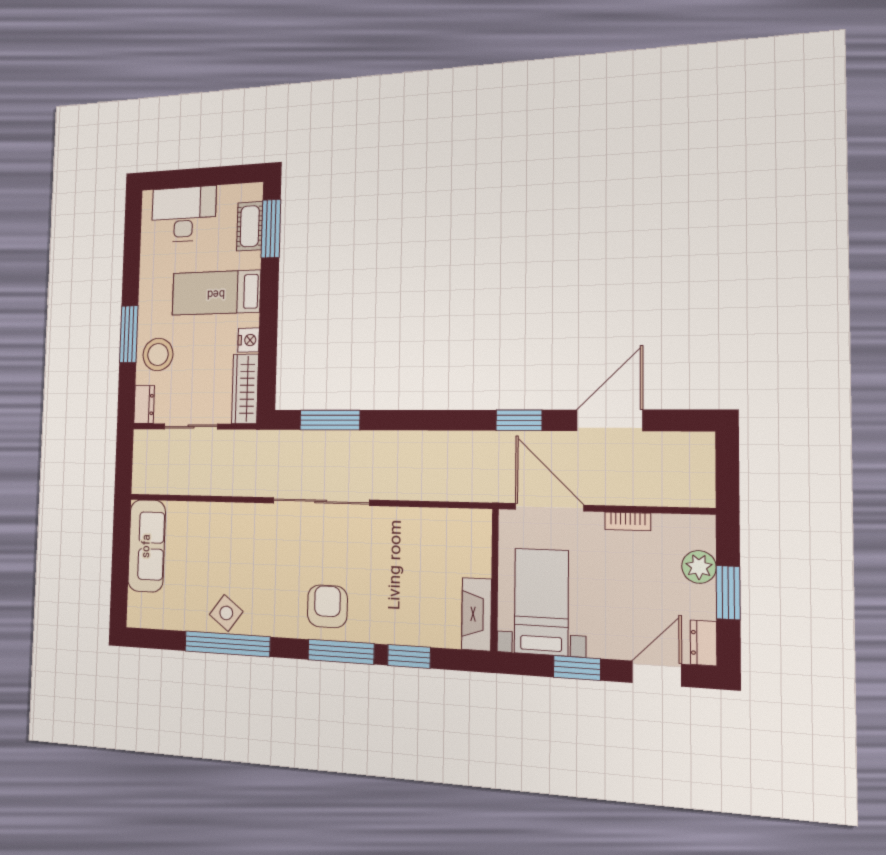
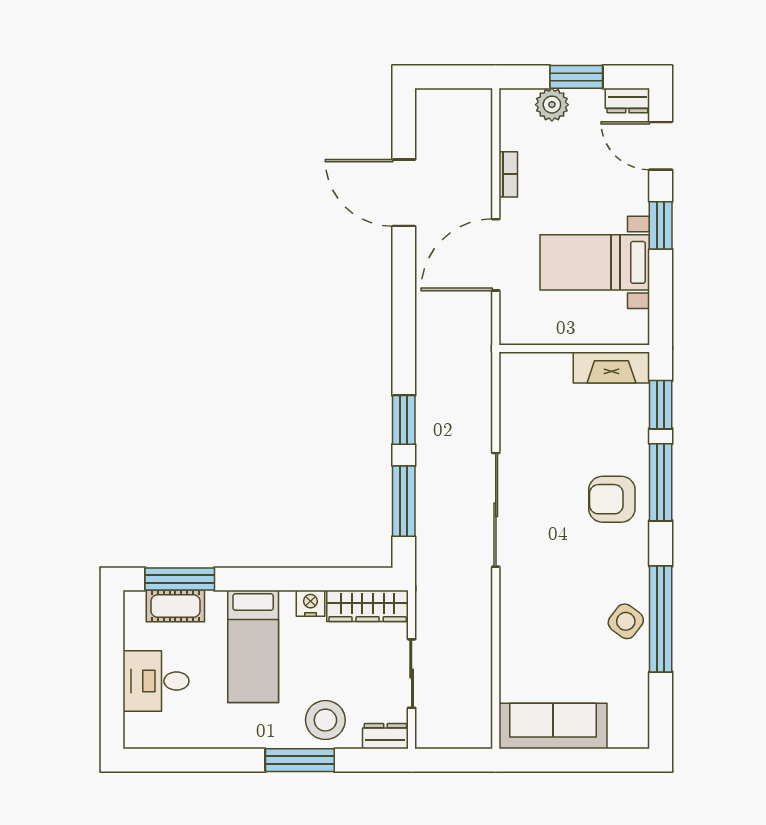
desk: (184, 214) -> (156, 681), width x0.73
window: (519, 420) -> (404, 420), moved
wall: (495, 580) -> (574, 348), moved
fireplace: (477, 614) -> (611, 367), moved

